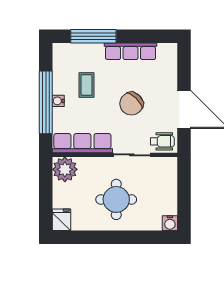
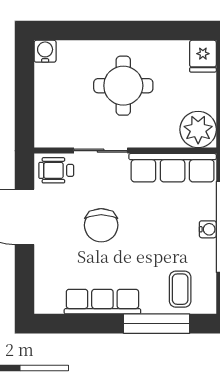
coffee table: (87, 85) -> (180, 289), moved
chair: (131, 104) -> (101, 225), turned 135

